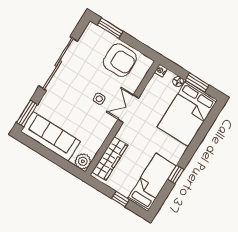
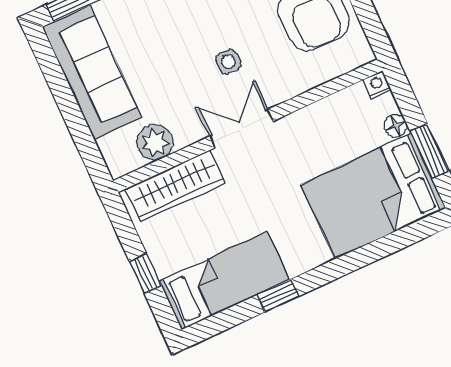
double door: (128, 109) -> (241, 129), moved
plant: (83, 161) -> (155, 142), moved

